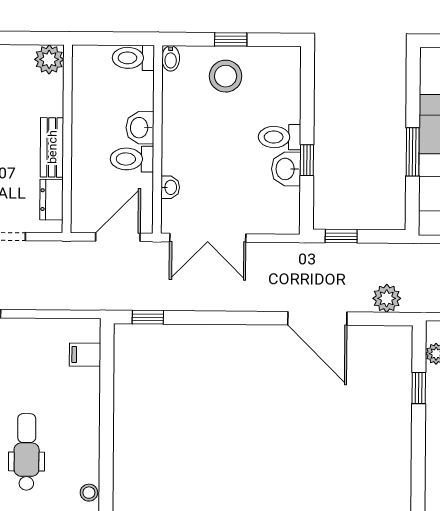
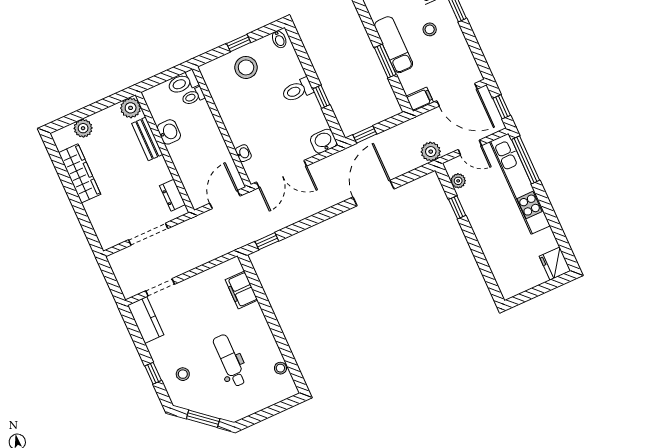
bidet: (171, 58) -> (279, 39), moved
washbasin: (140, 128) -> (169, 132), moved, turned 180
bench: (52, 147) -> (147, 139), moved
toilet: (132, 159) -> (193, 96), moved, width x0.73, depth x0.72
washbasin: (286, 169) -> (324, 141), moved, turned 90
plant: (387, 298) -> (431, 152), moved
door: (317, 318) -> (373, 193), swing flipped
filing cabinet: (85, 355) -> (242, 290), width x2.00

